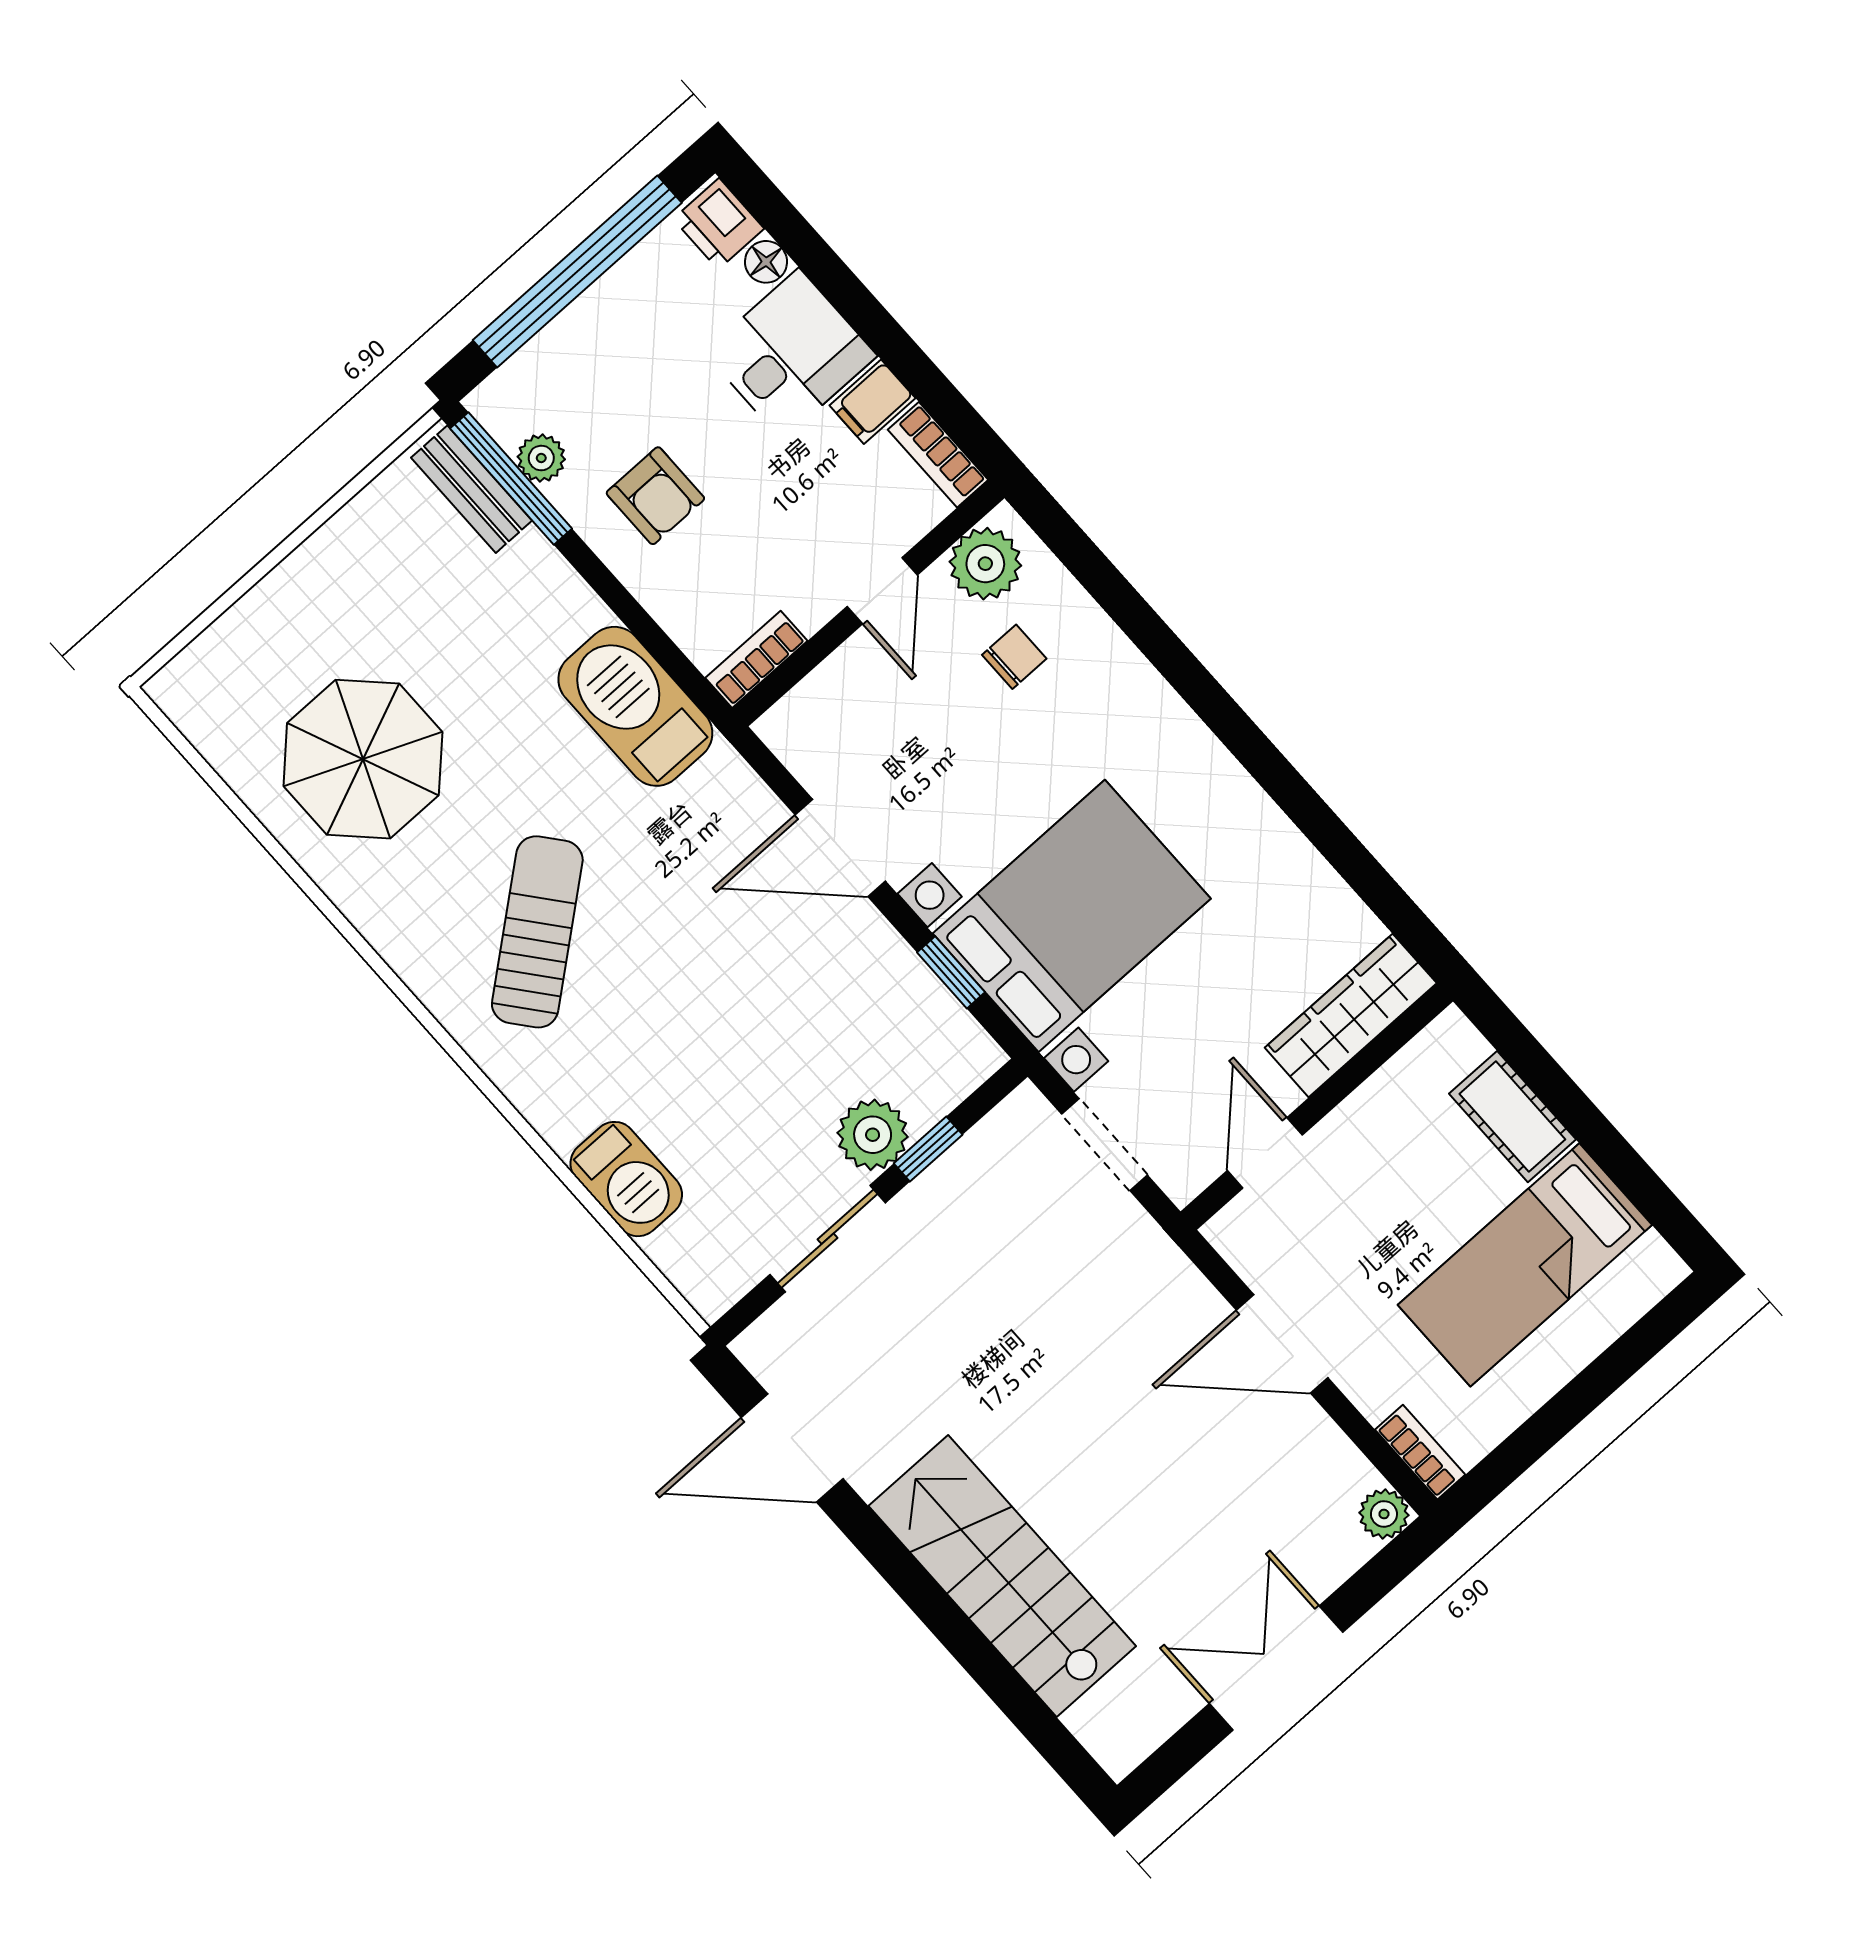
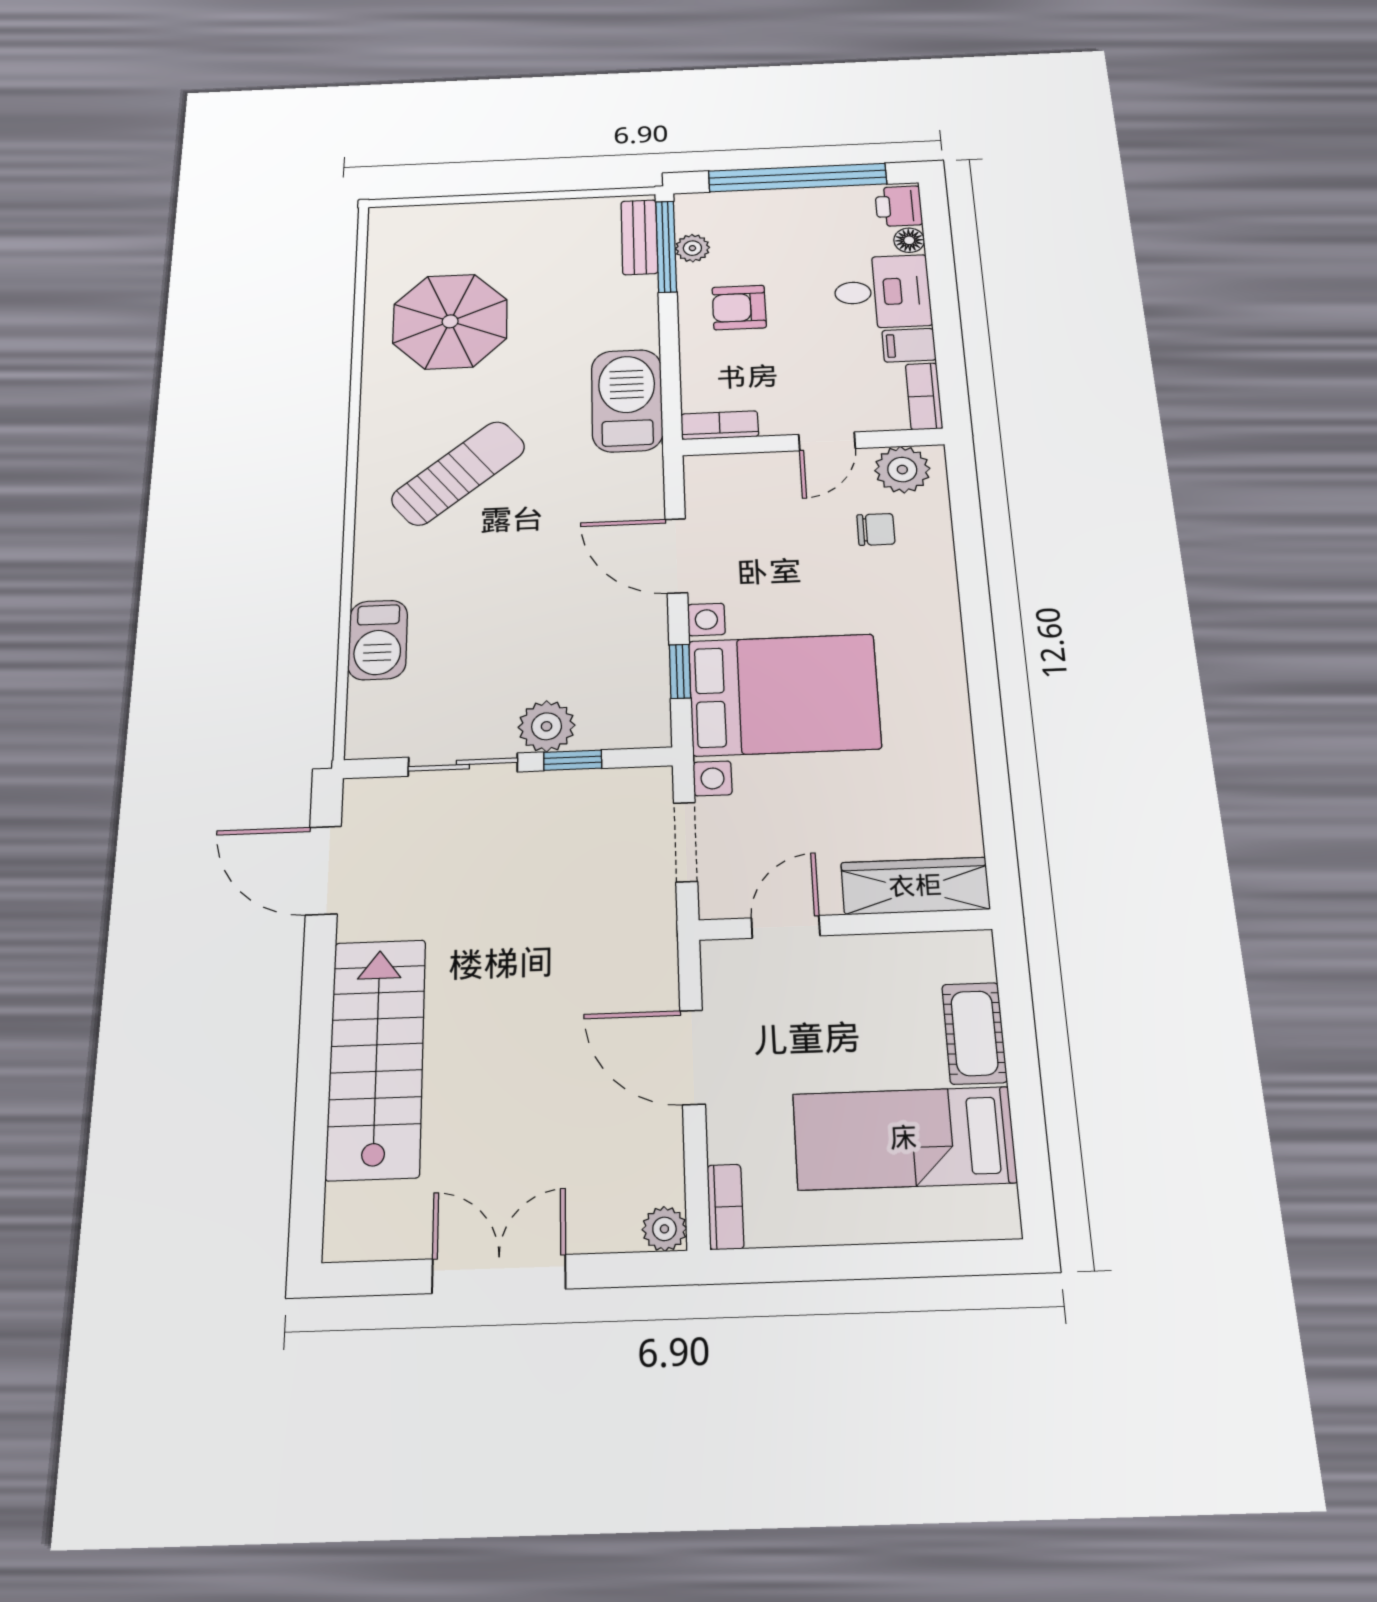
armchair: (655, 496) -> (739, 308), turned 90

